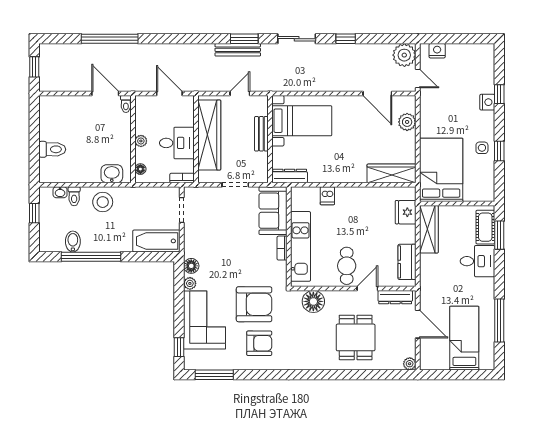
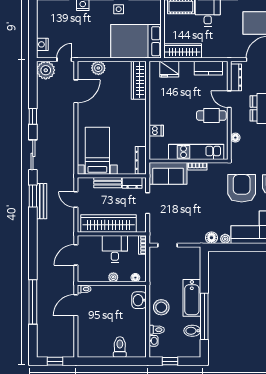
dresser: (261, 165) -> (132, 183), added
bathtub: (156, 241) -> (192, 298), moved
floor lamp: (313, 301) -> (235, 138), width x0.53, depth x0.53

